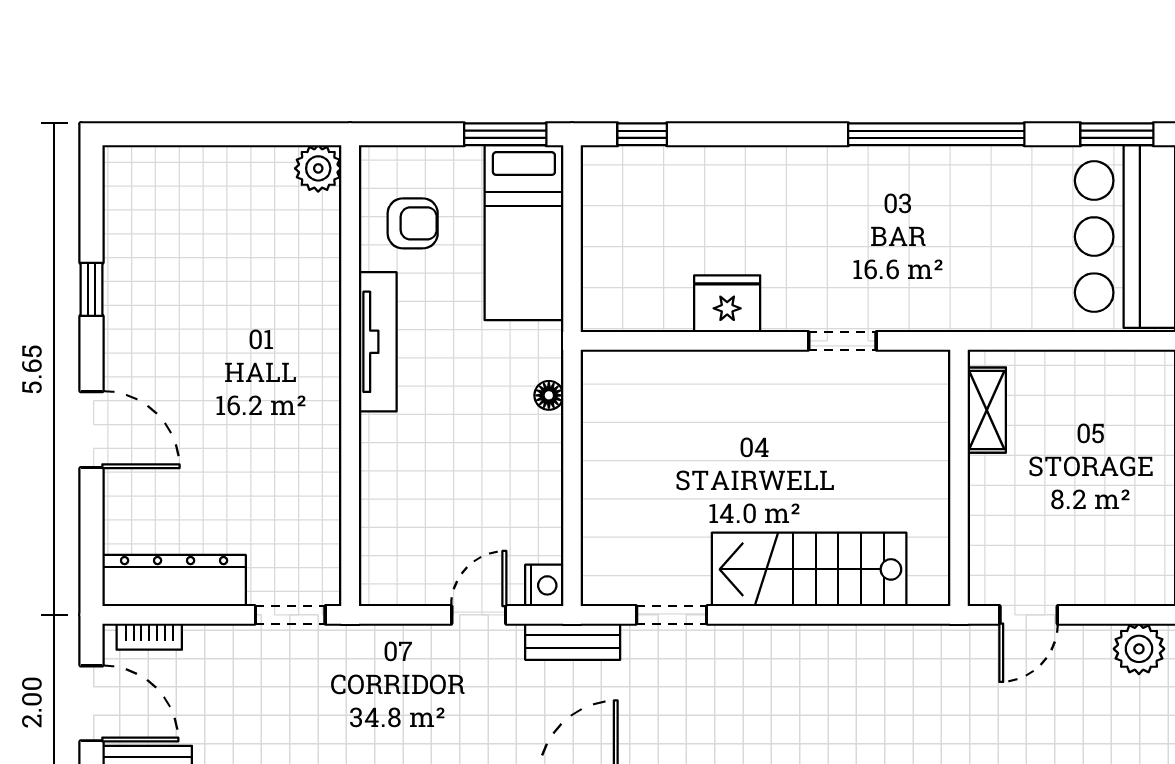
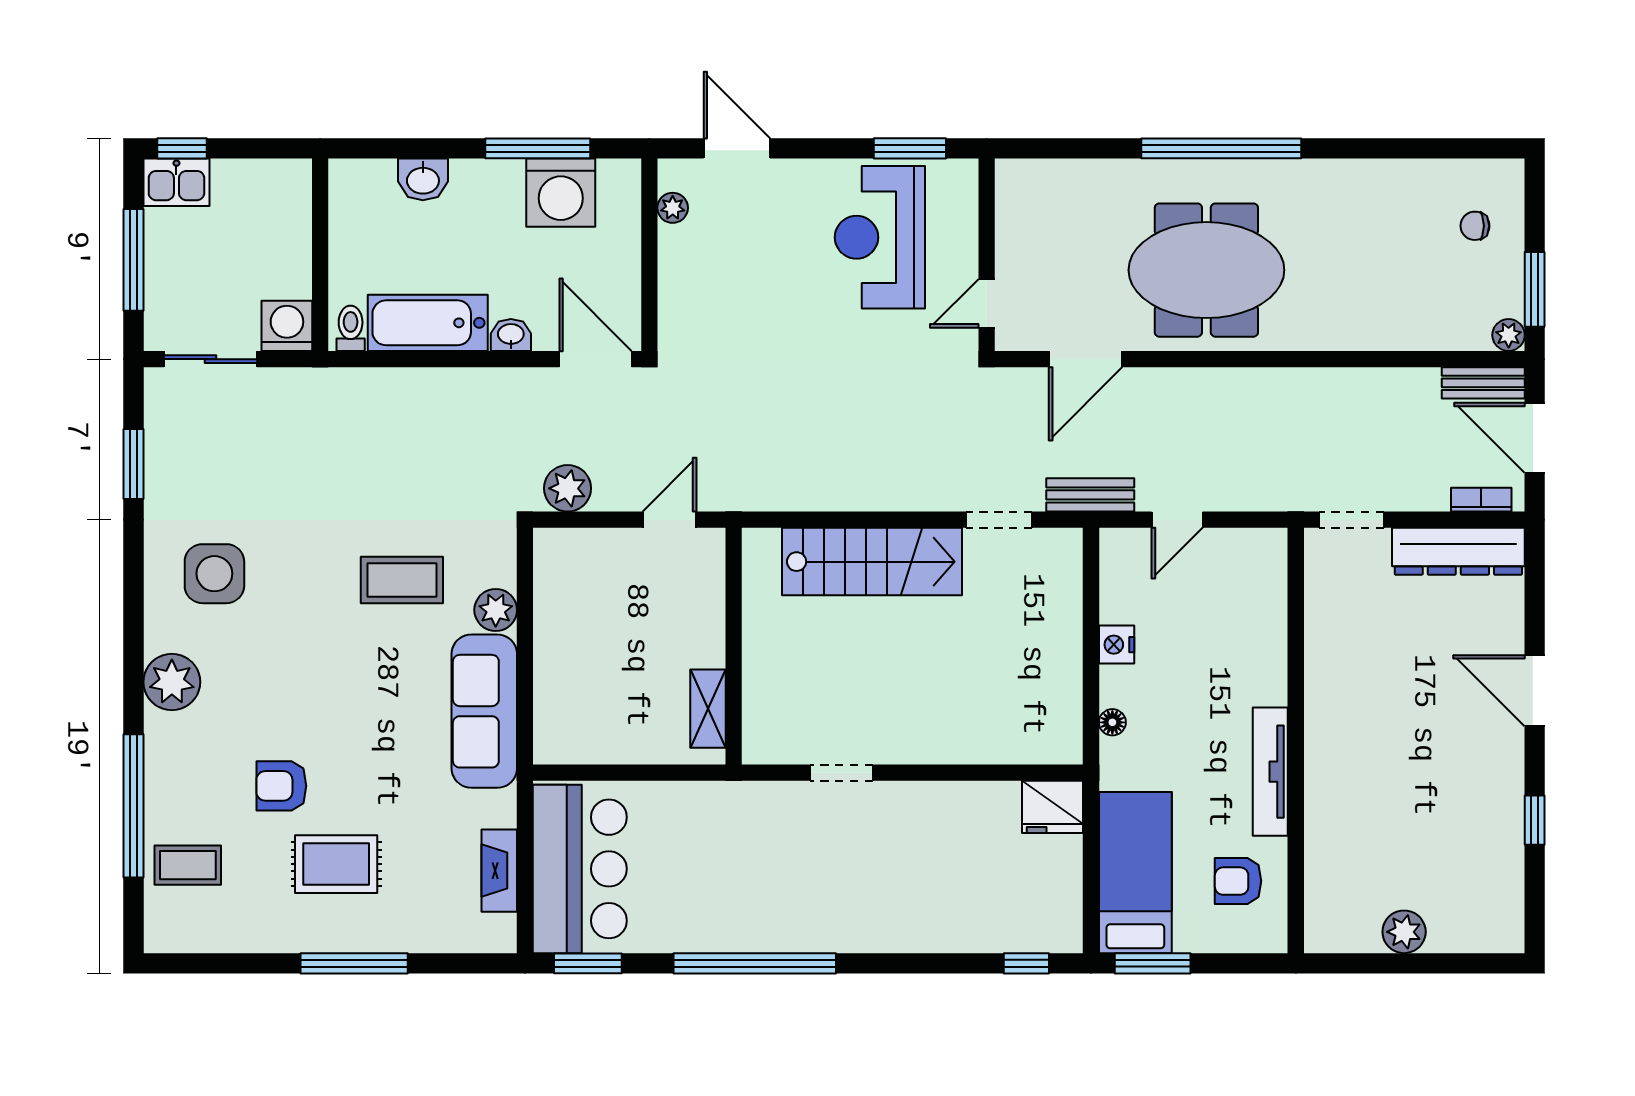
plant: (318, 168) -> (1404, 932), moved
fridge: (727, 304) -> (1053, 807), moved
nightstand: (544, 585) -> (1117, 645), moved

